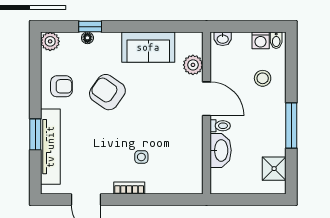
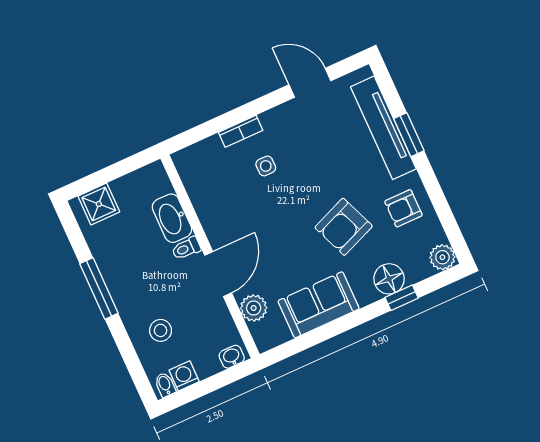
floor lamp: (87, 38) -> (389, 279), width x1.89, depth x1.89
armchair: (107, 92) -> (344, 227), turned 123
door: (207, 99) -> (218, 274), swing flipped
shower: (274, 169) -> (99, 204), moved
bookcase: (129, 188) -> (241, 131), moved

